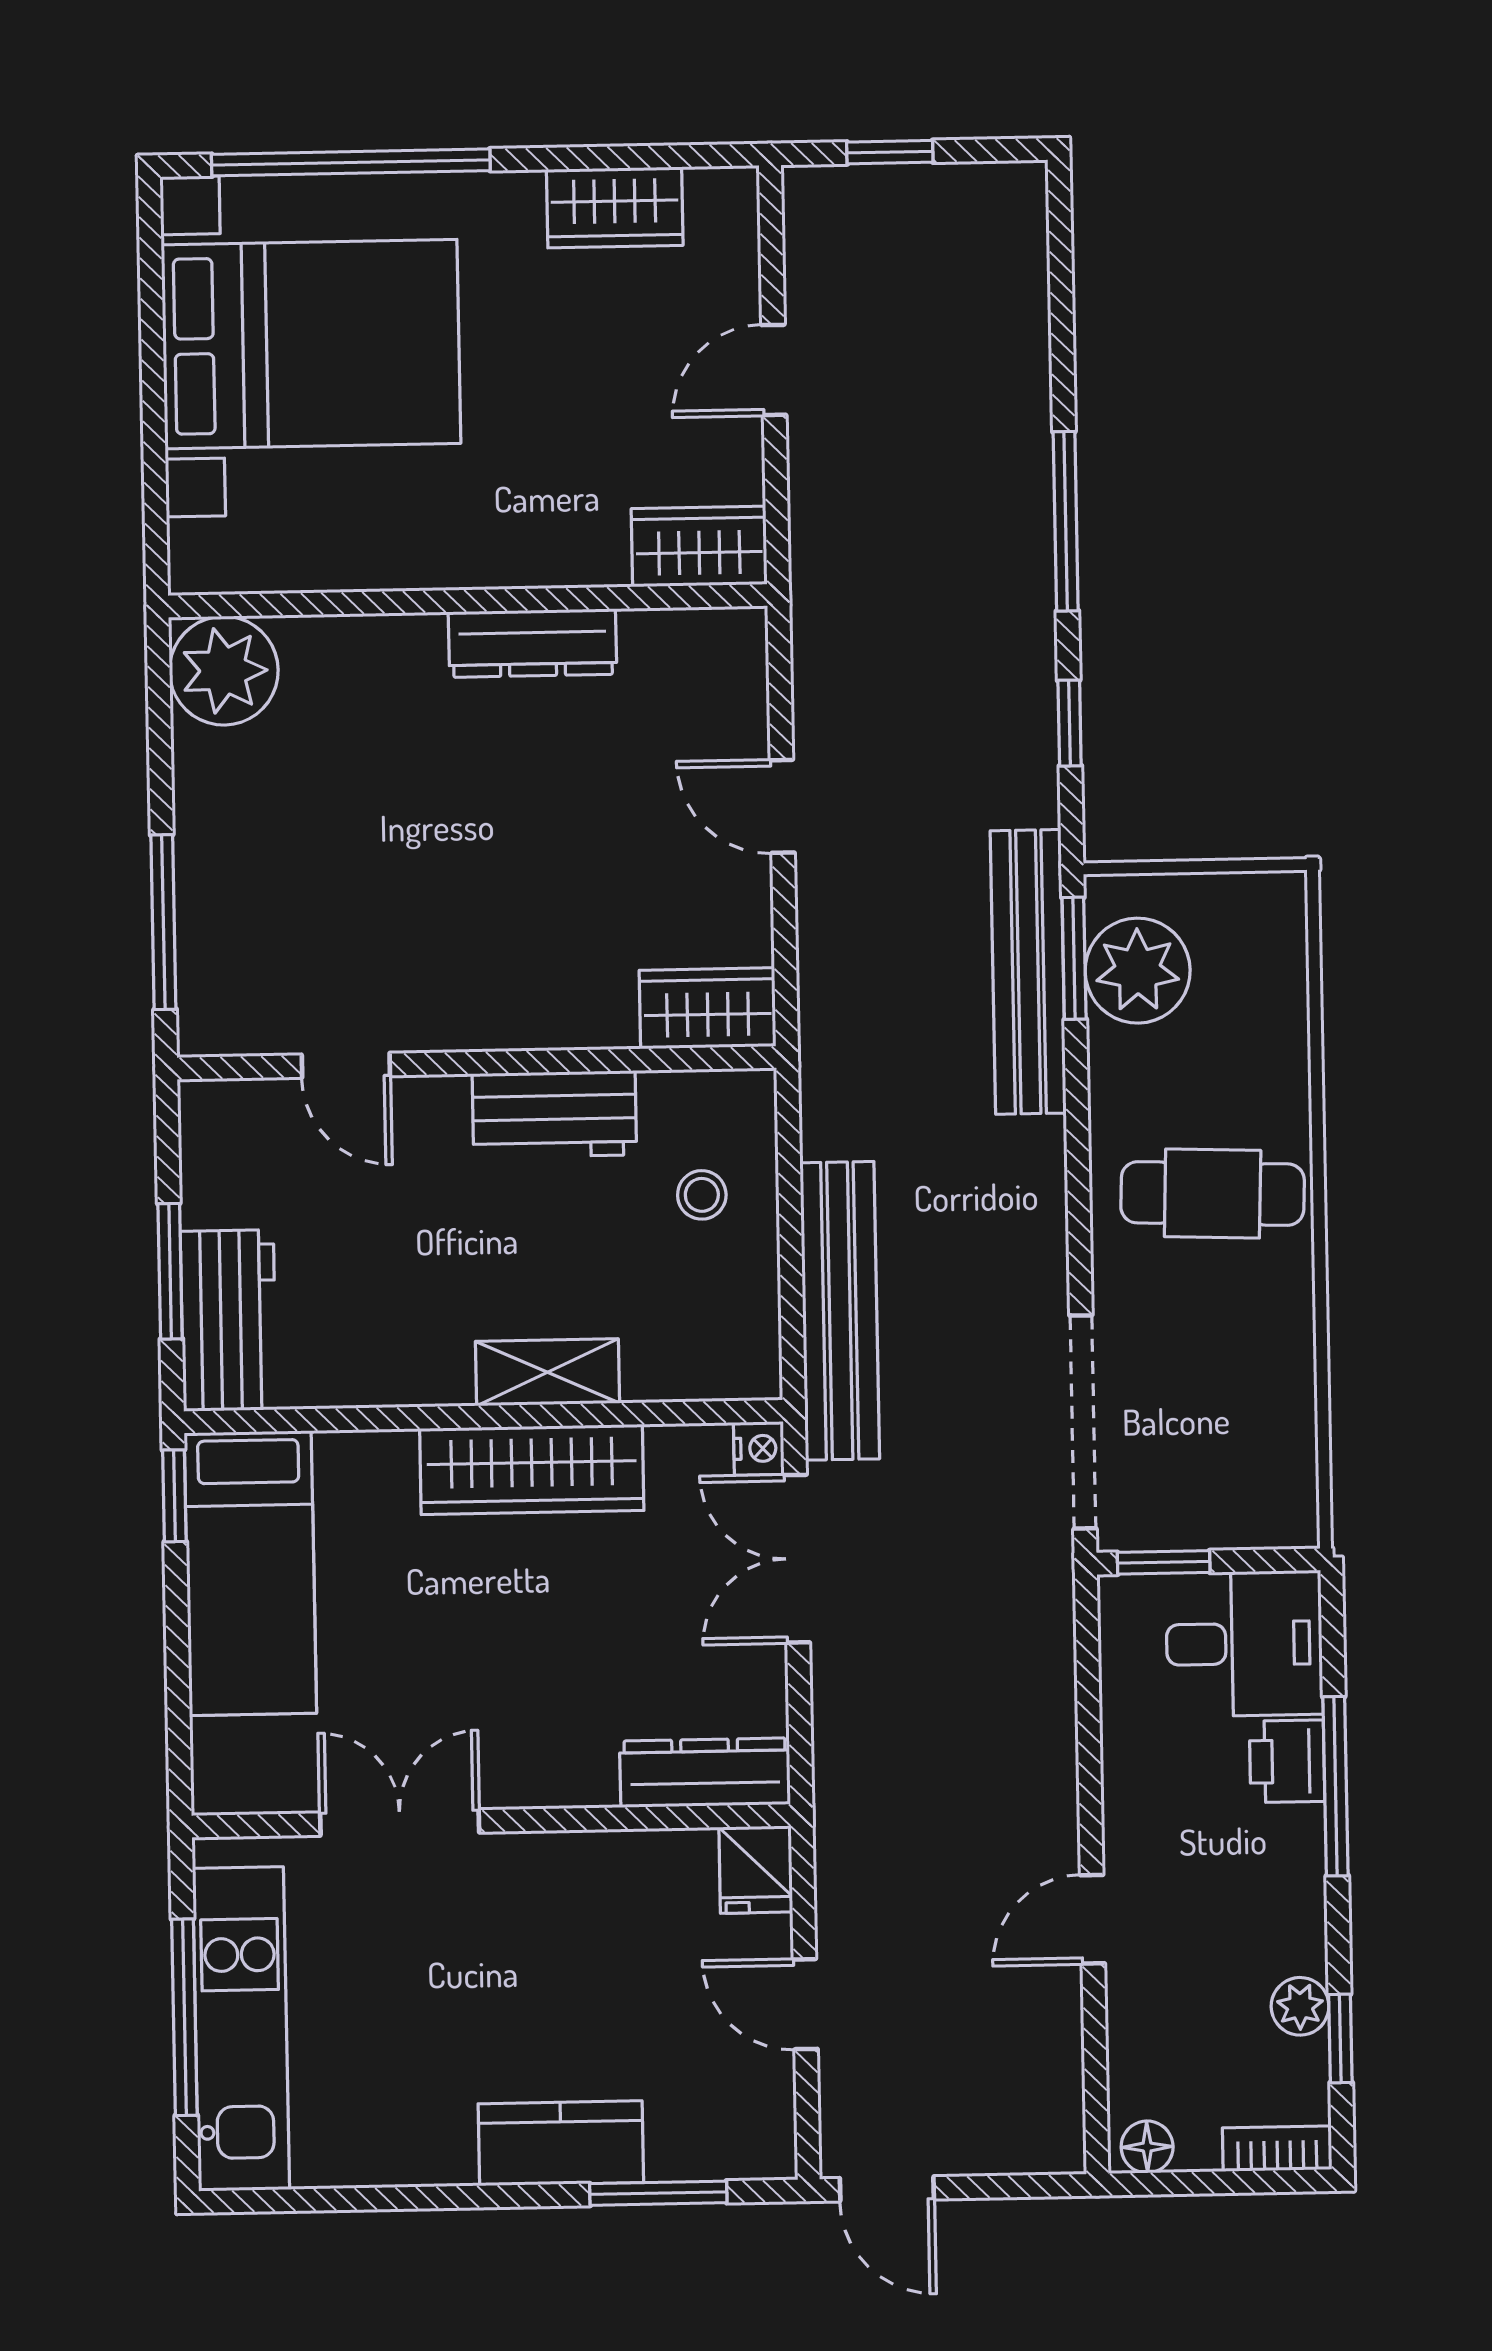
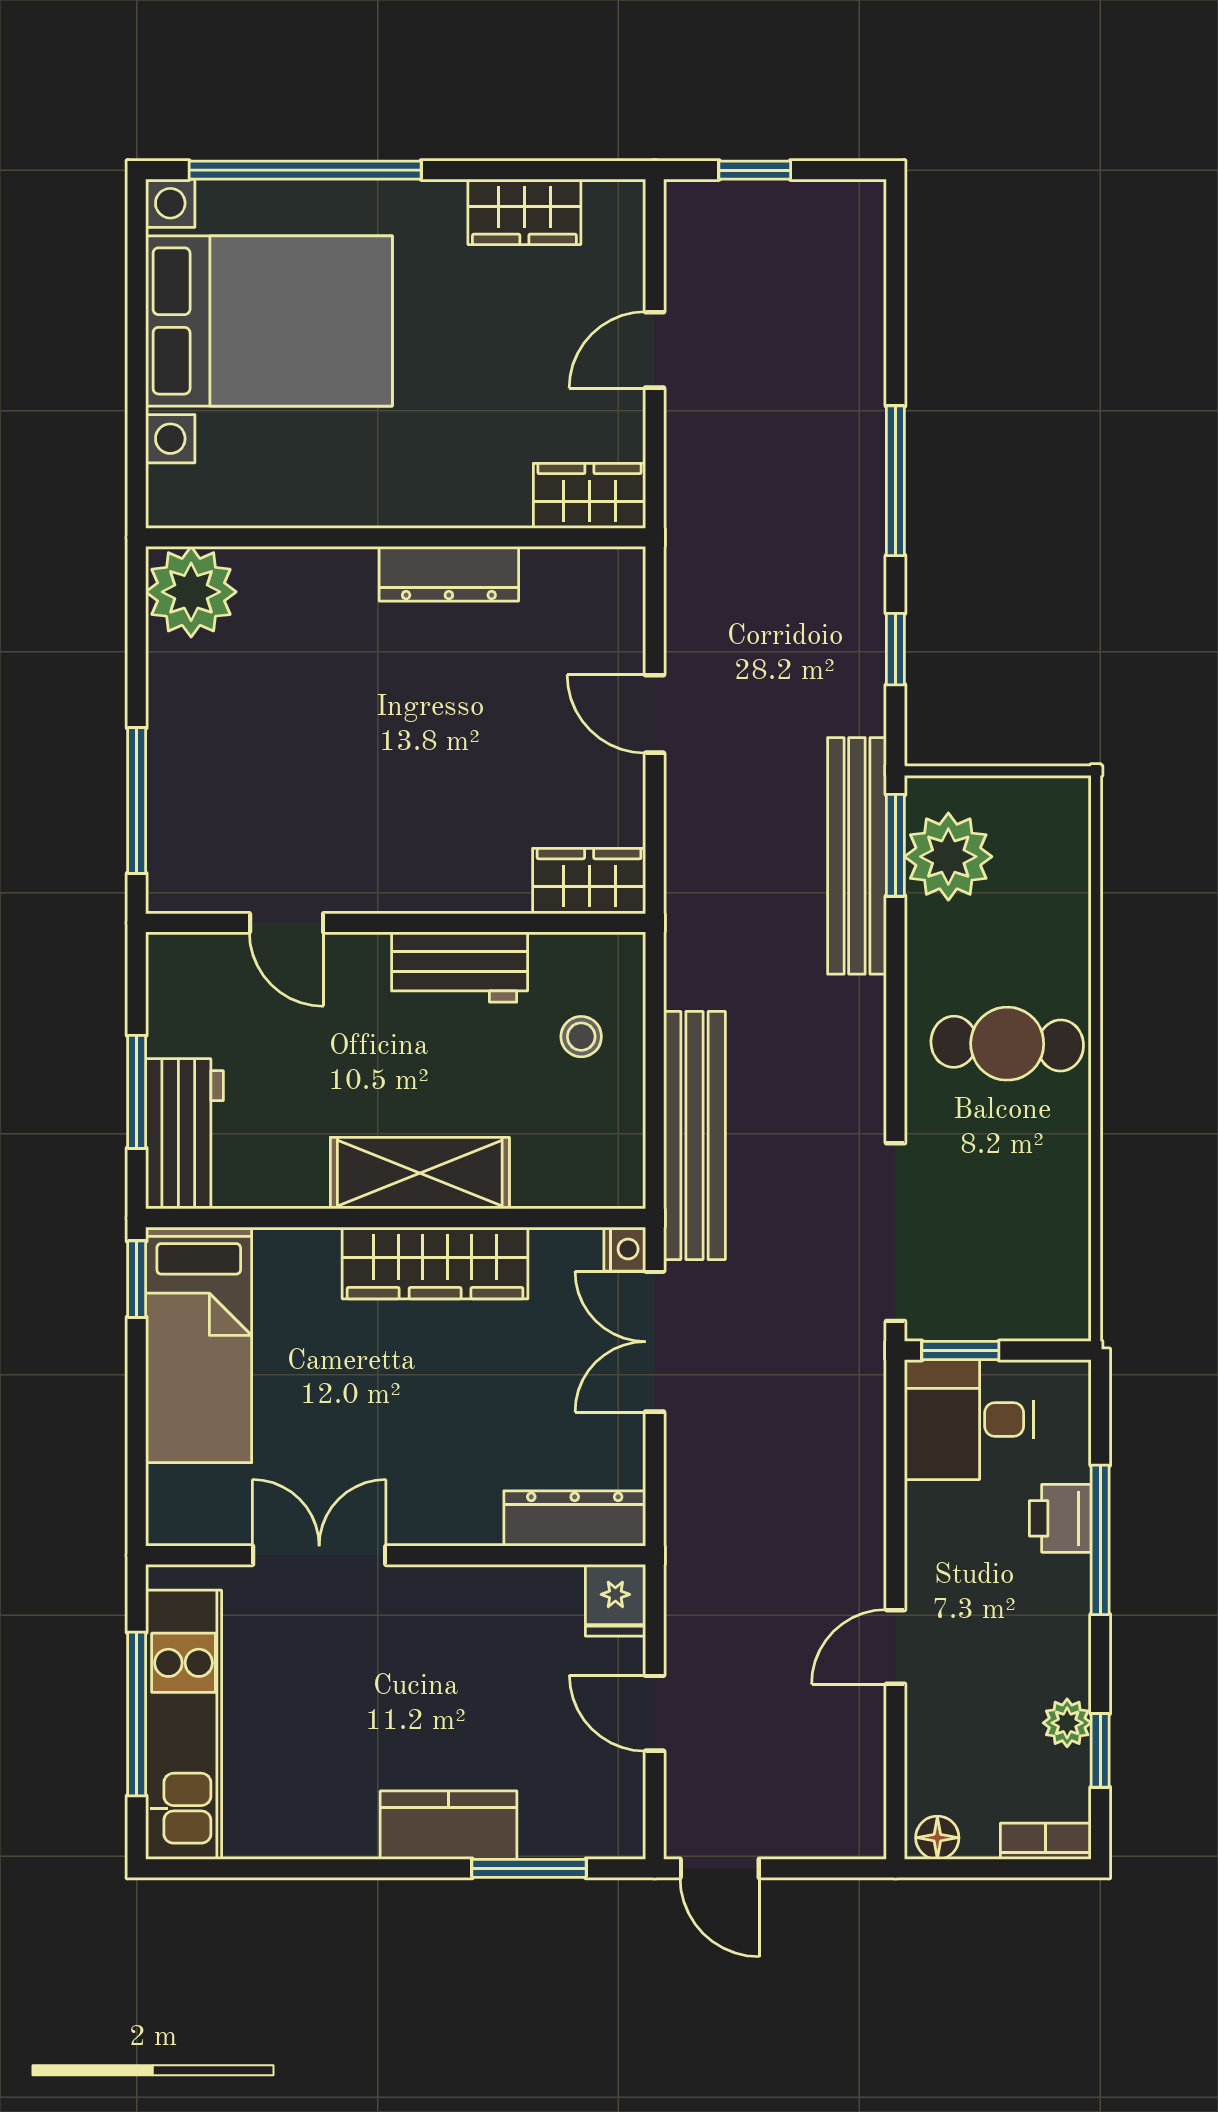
shelving: (547, 1372) -> (420, 1173), width x1.50, depth x1.33
desk: (1244, 1644) -> (969, 1420), moved, turned 180

